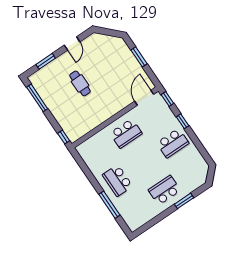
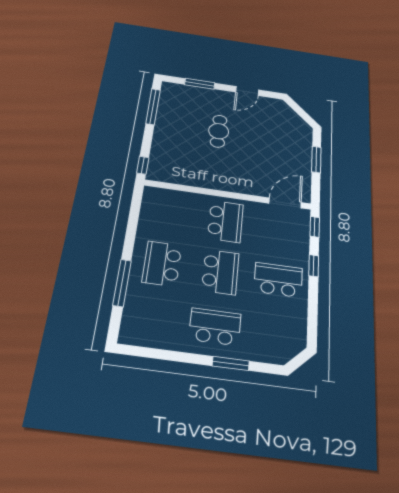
school desk: (126, 133) -> (225, 221), turned -90
school desk: (173, 143) -> (278, 280), turned 180
school desk: (145, 162) -> (220, 272), added

